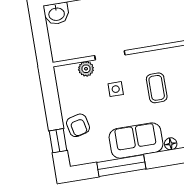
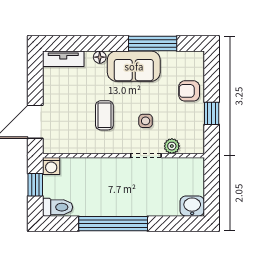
armchair: (78, 125) -> (189, 91), turned -77
window: (58, 141) -> (212, 113), moved

